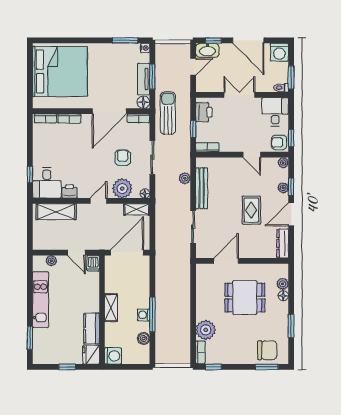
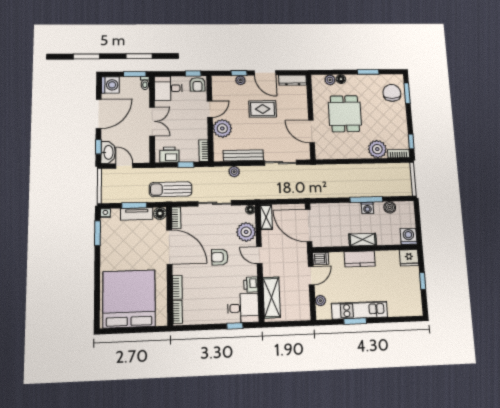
double door: (239, 95) -> (152, 121), swing flipped
armchair: (123, 158) -> (220, 257), moved
plant: (283, 163) -> (222, 128), moved, width x1.88, depth x1.88
kitchen counter: (92, 329) -> (360, 259), moved
window: (30, 338) -> (355, 321), moved

